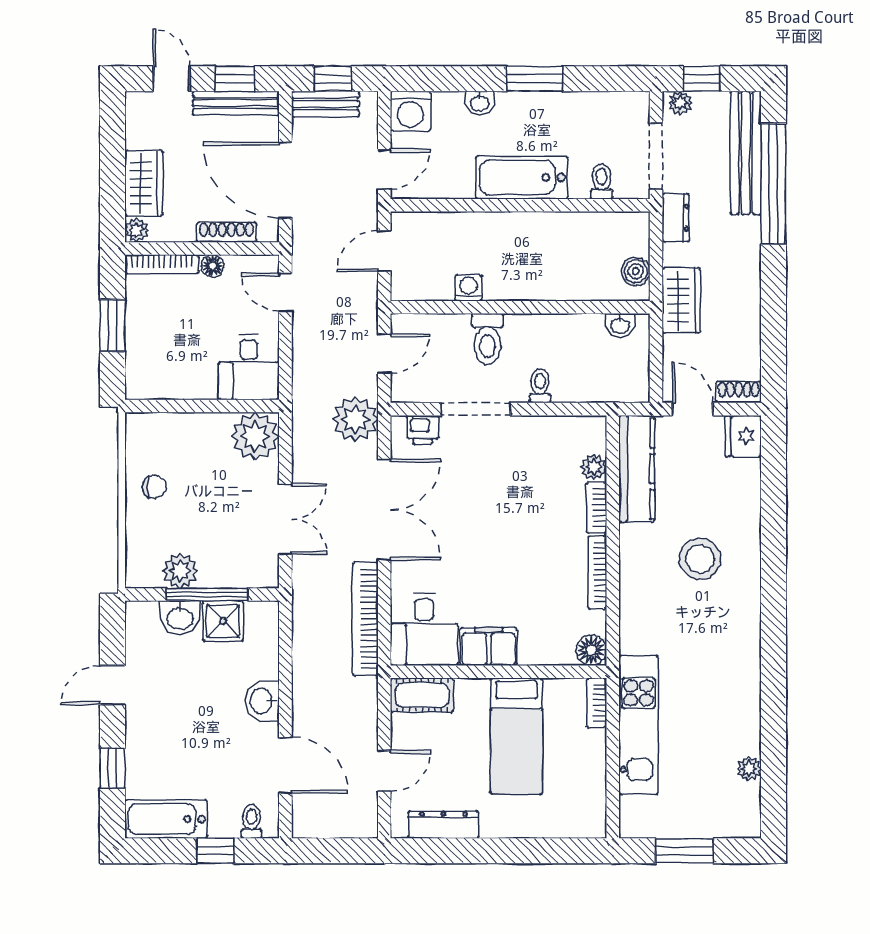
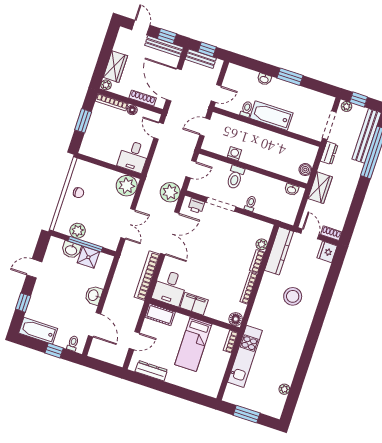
washing machine: (410, 111) -> (235, 73), removed
toilet: (602, 181) -> (246, 109), moved

